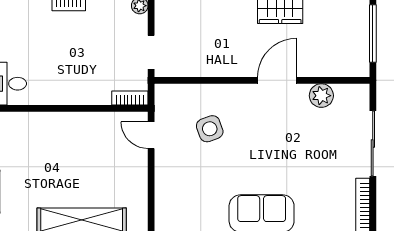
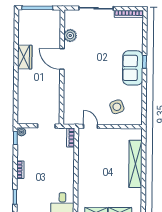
side table: (210, 129) -> (117, 107), moved
door: (151, 135) -> (91, 126), swing flipped

